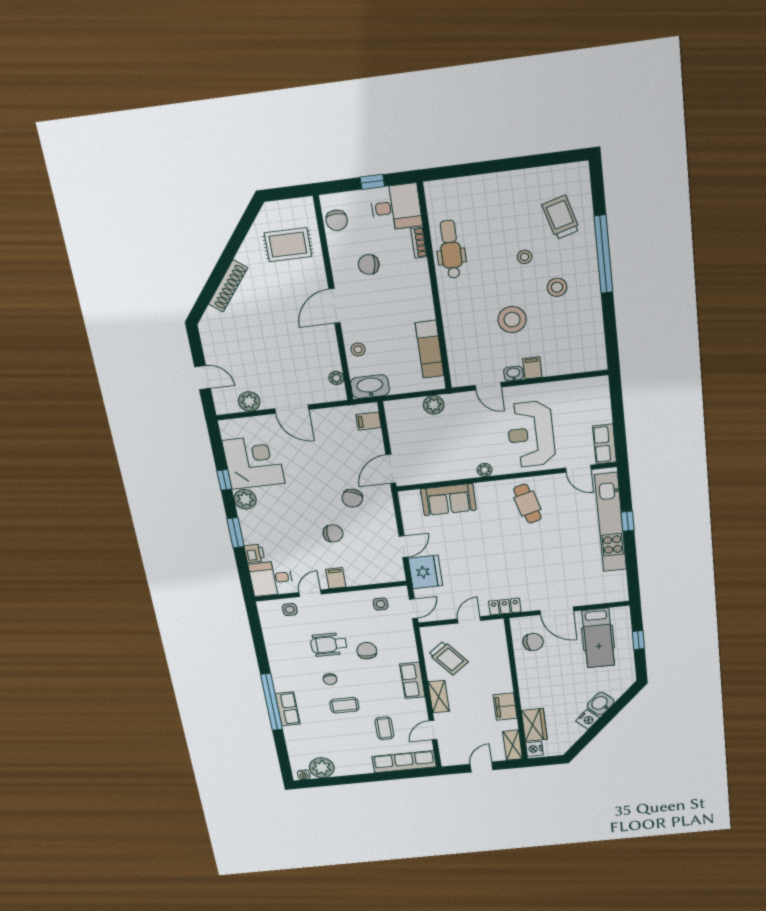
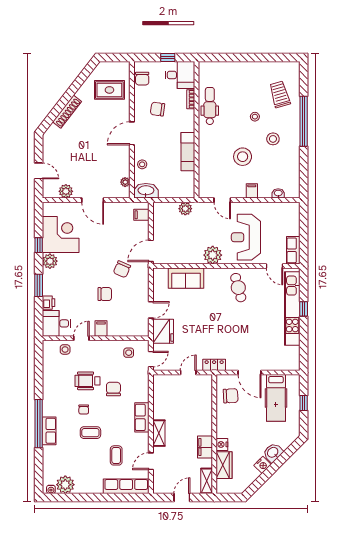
exam couch: (430, 349) -> (188, 152), moved
washbasin: (513, 374) -> (278, 193), moved
plant: (485, 470) -> (213, 255), width x1.87, depth x1.87
trolley: (448, 658) -> (170, 402), removed
nightstand: (534, 749) -> (222, 444), moved

